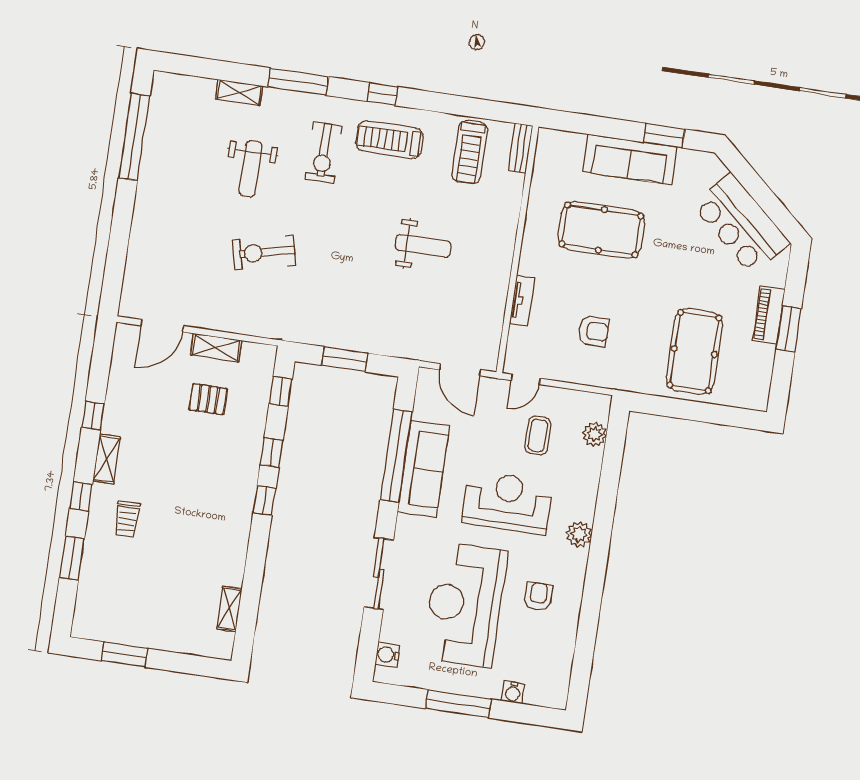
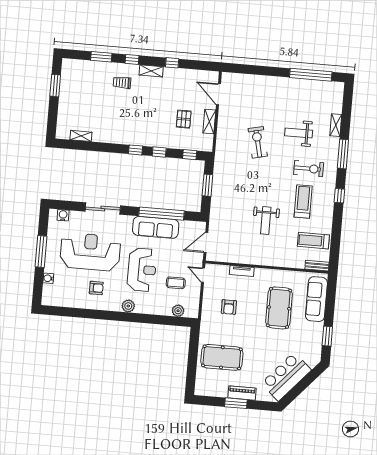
treadmill: (389, 140) -> (303, 201), moved
exercise bike: (324, 153) -> (309, 169), turned 180
sofa: (630, 159) -> (316, 299), moved

